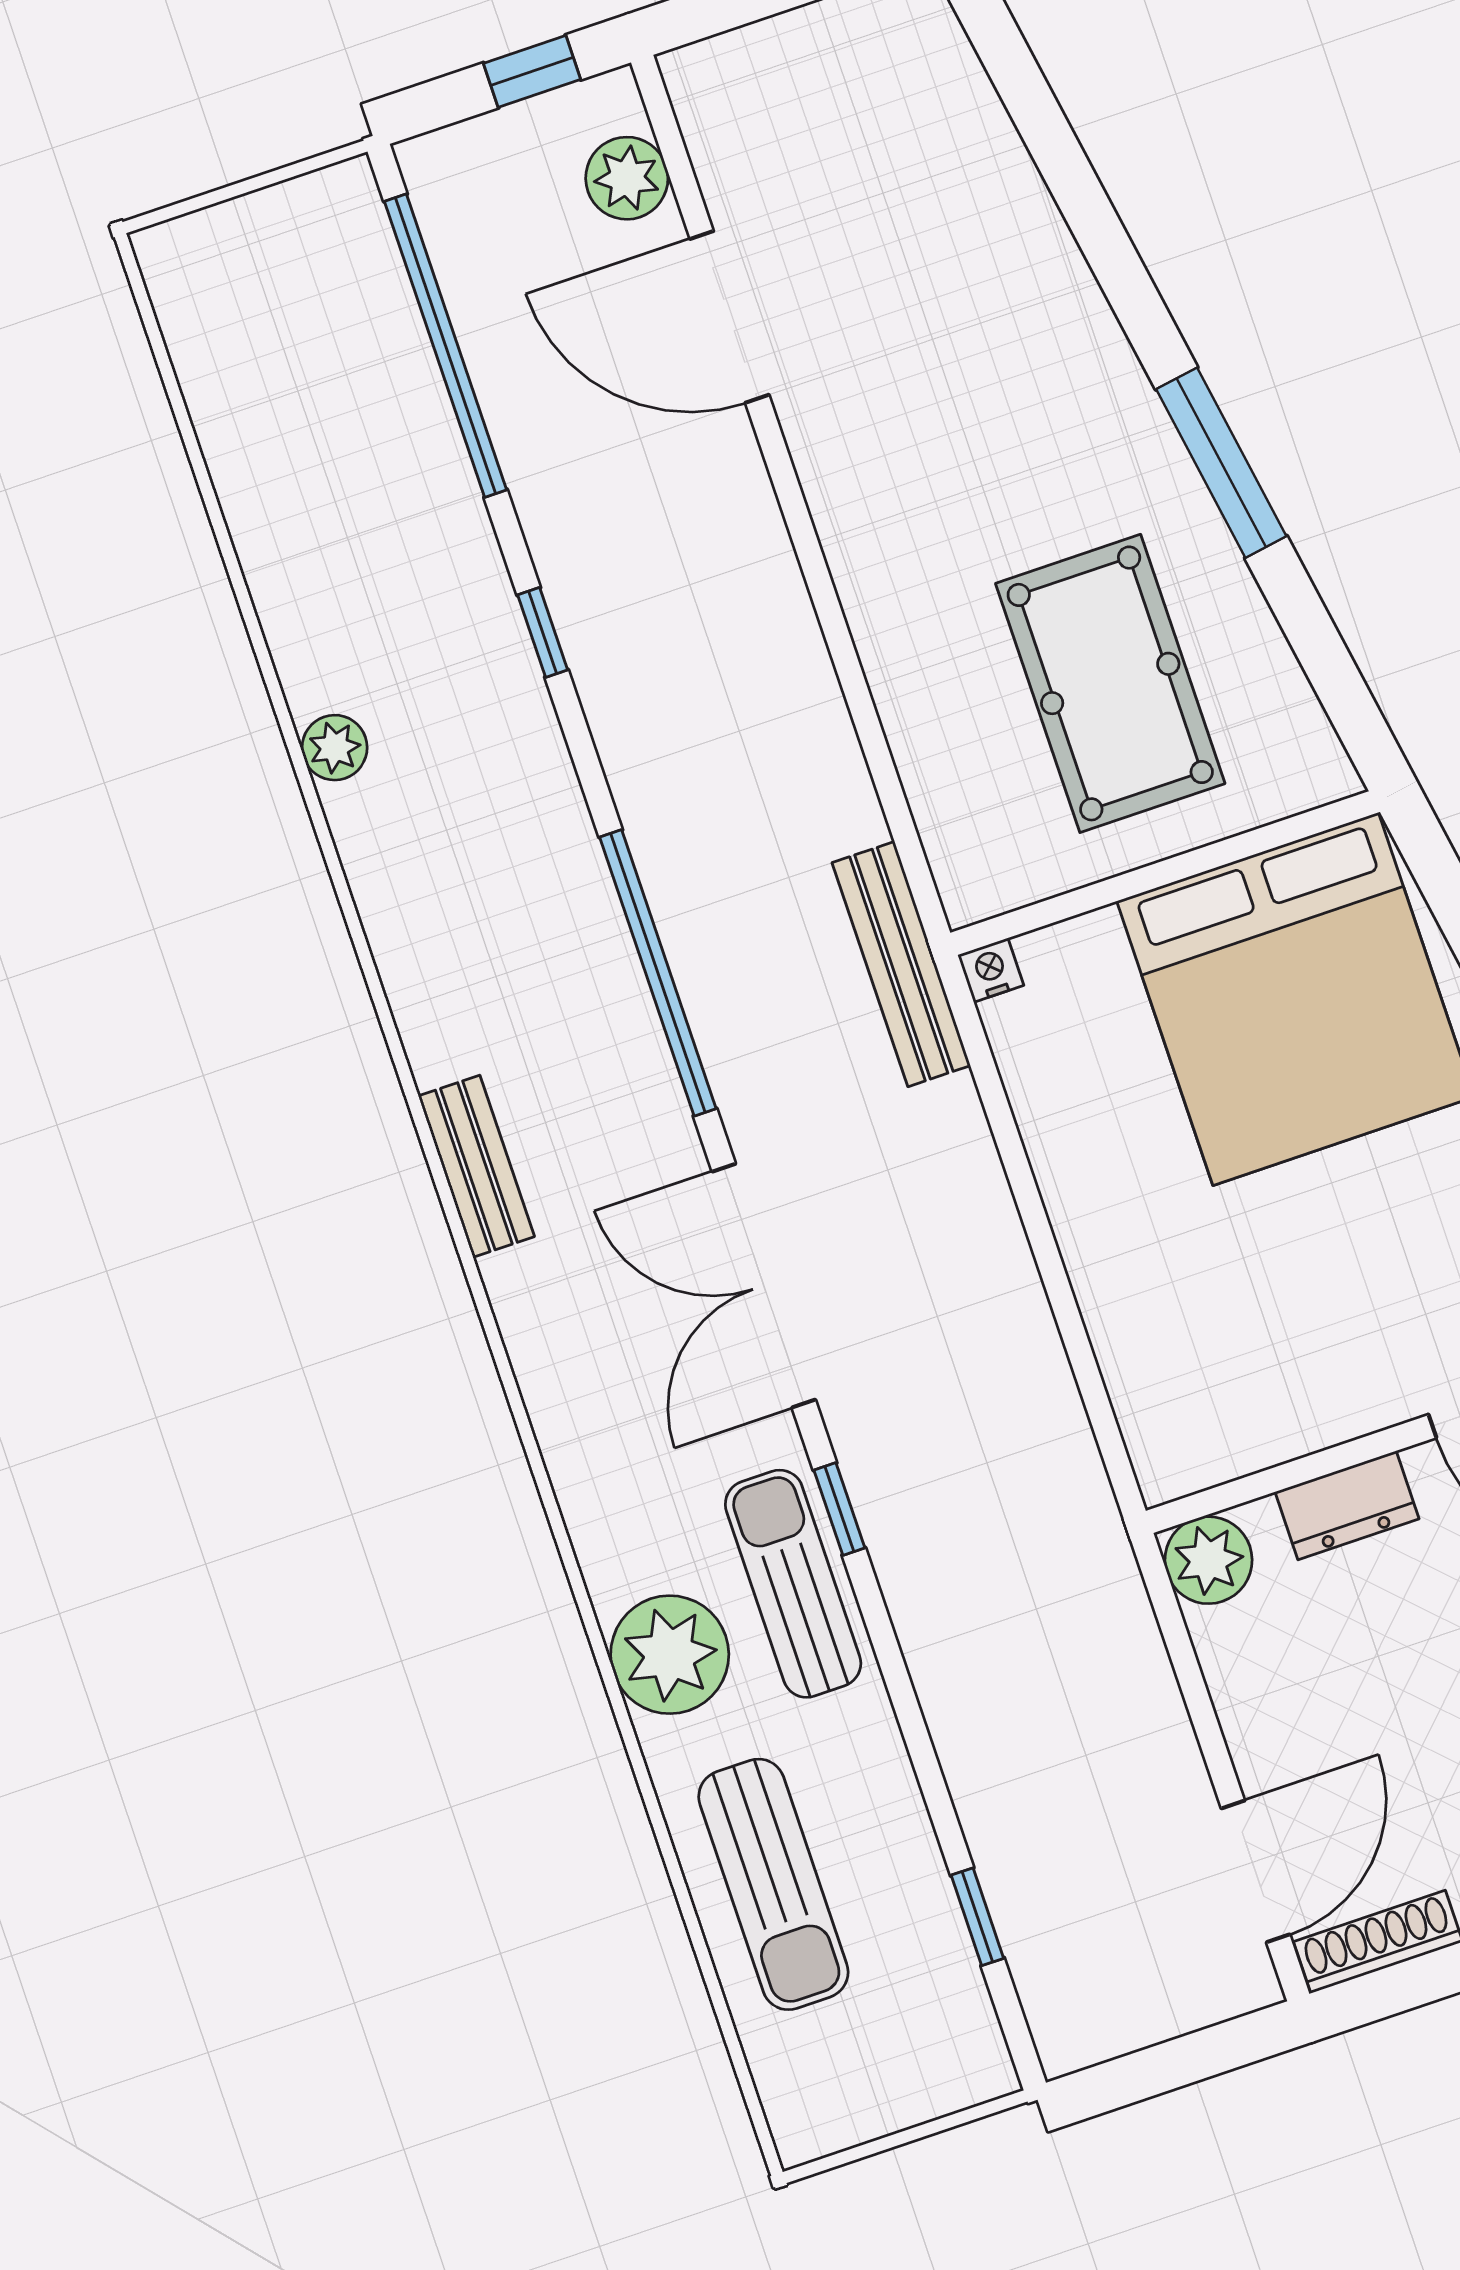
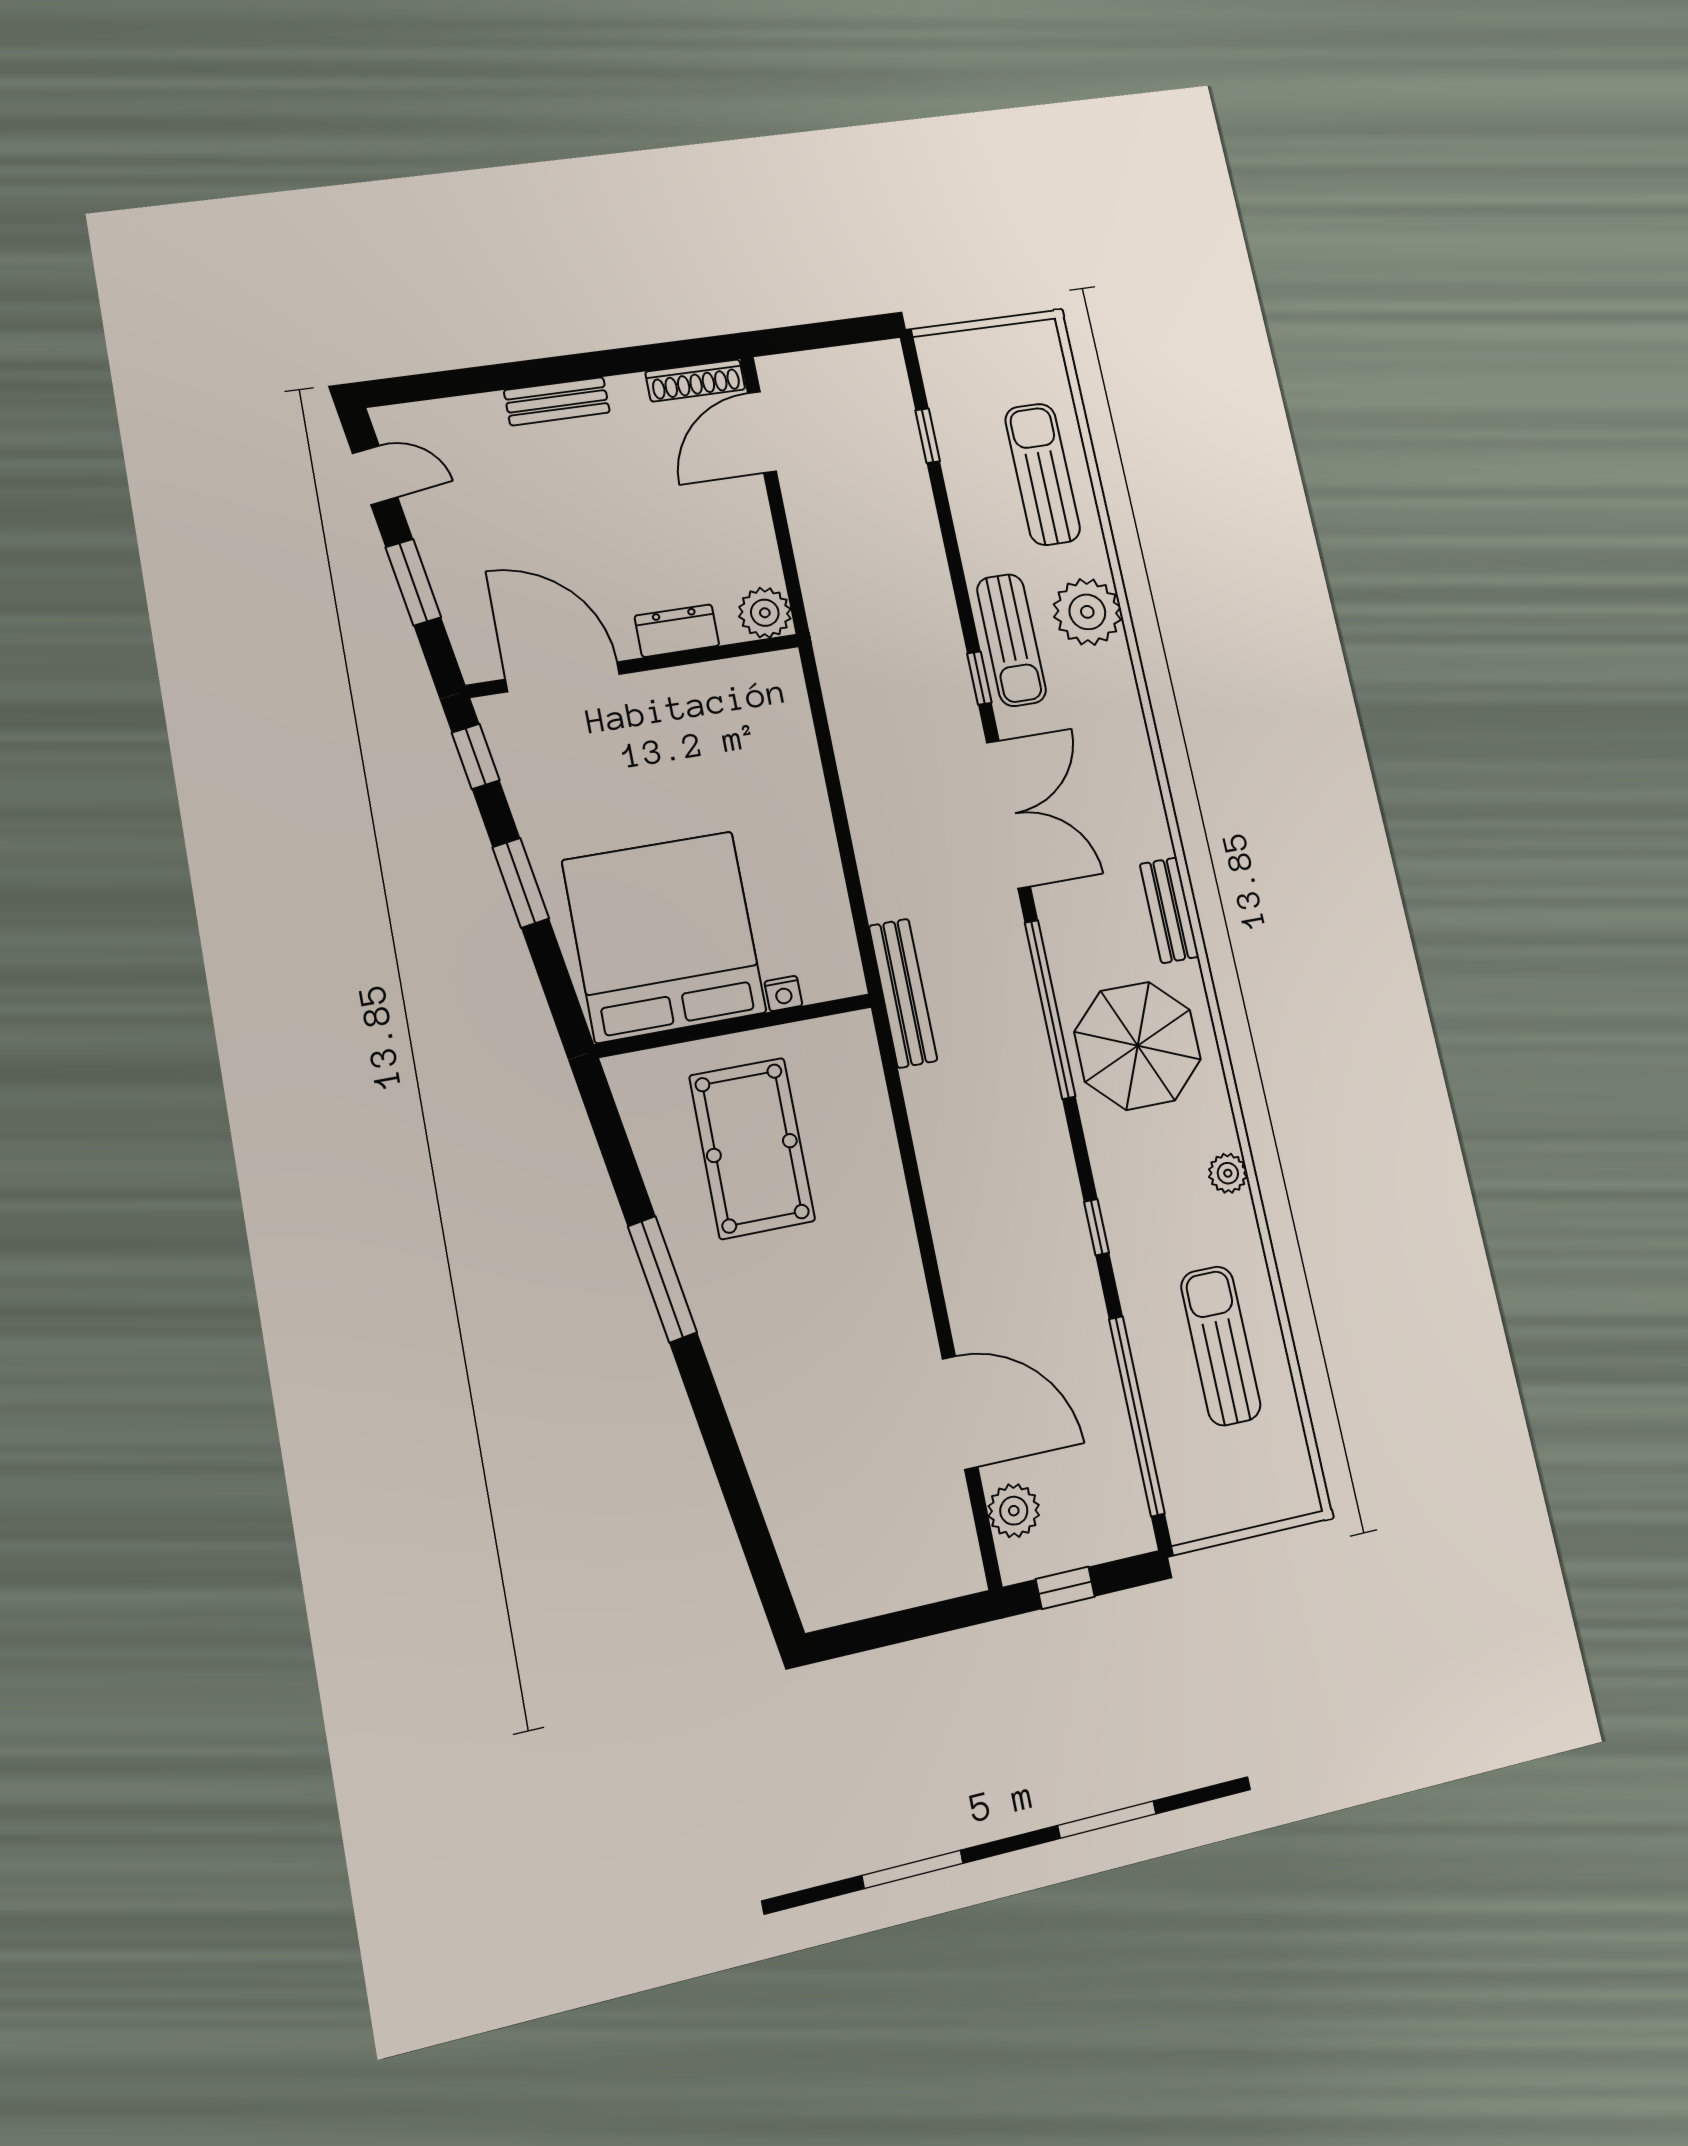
sun lounger: (320, 471) -> (1221, 1346), added
parasol: (506, 934) -> (1138, 1046), added
nightstand: (991, 970) -> (783, 994), moved

